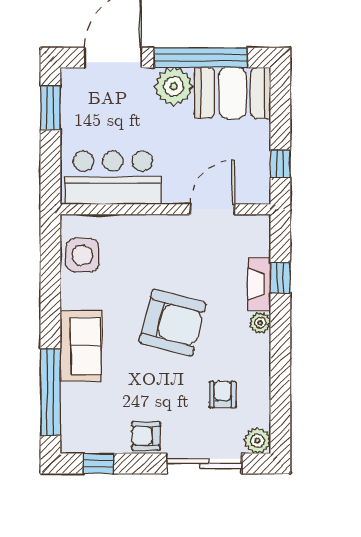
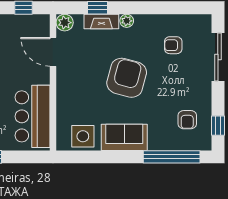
sofa: (81, 346) -> (124, 137), moved
armchair: (146, 436) -> (187, 120), moved
plant: (258, 441) -> (65, 23), moved

